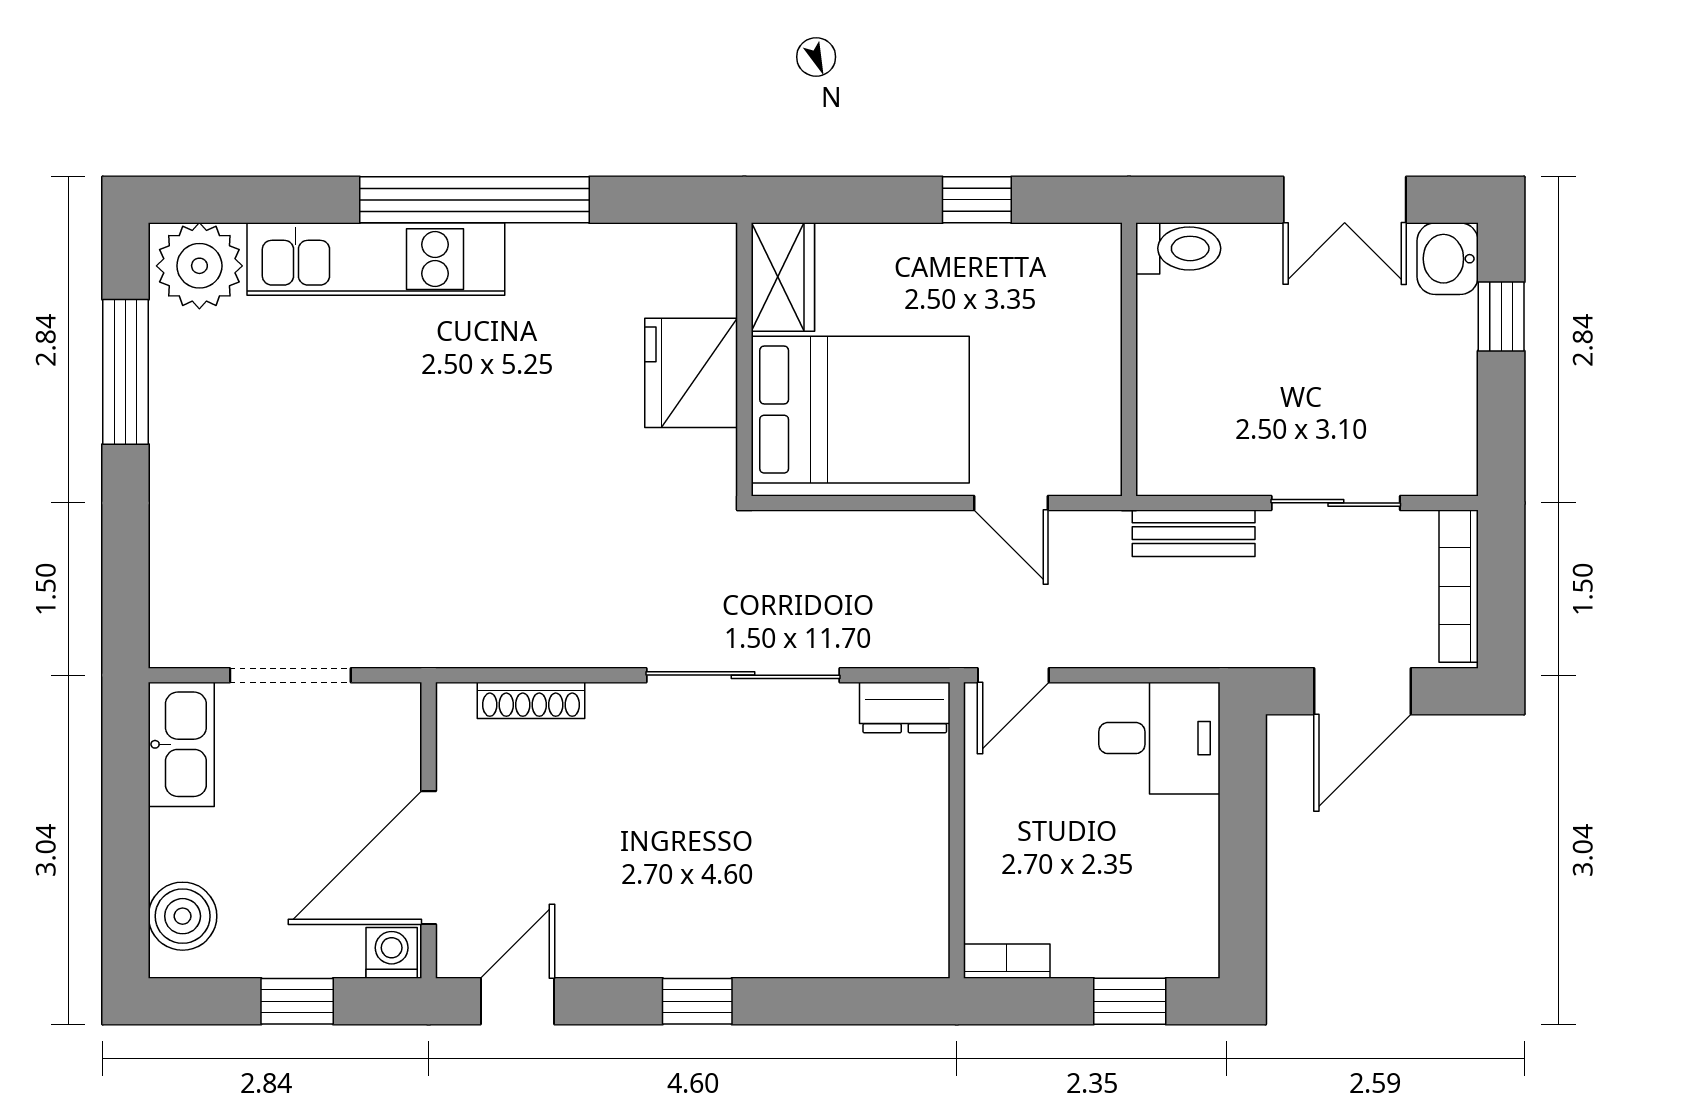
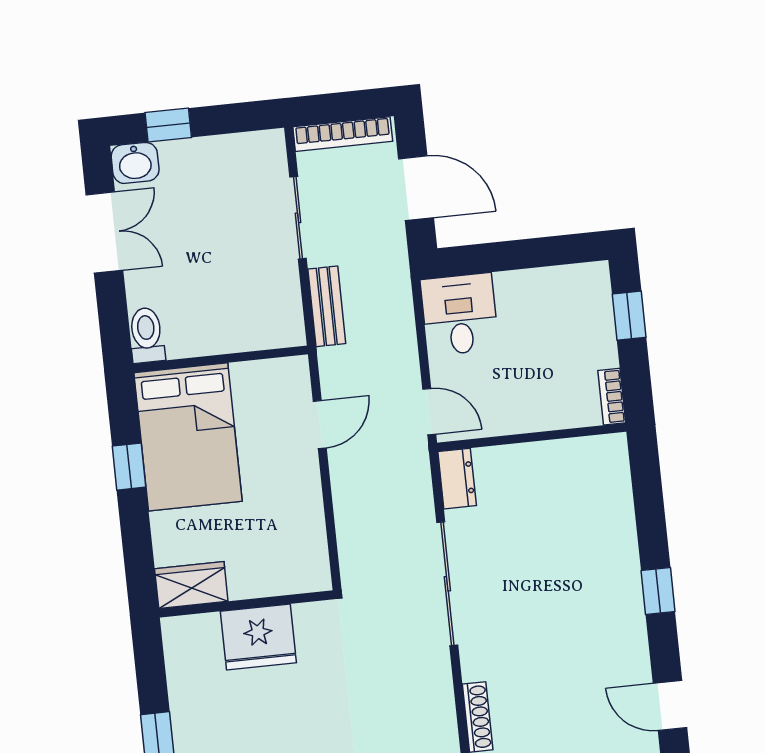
bed: (860, 410) -> (188, 437), moved, turned 180

